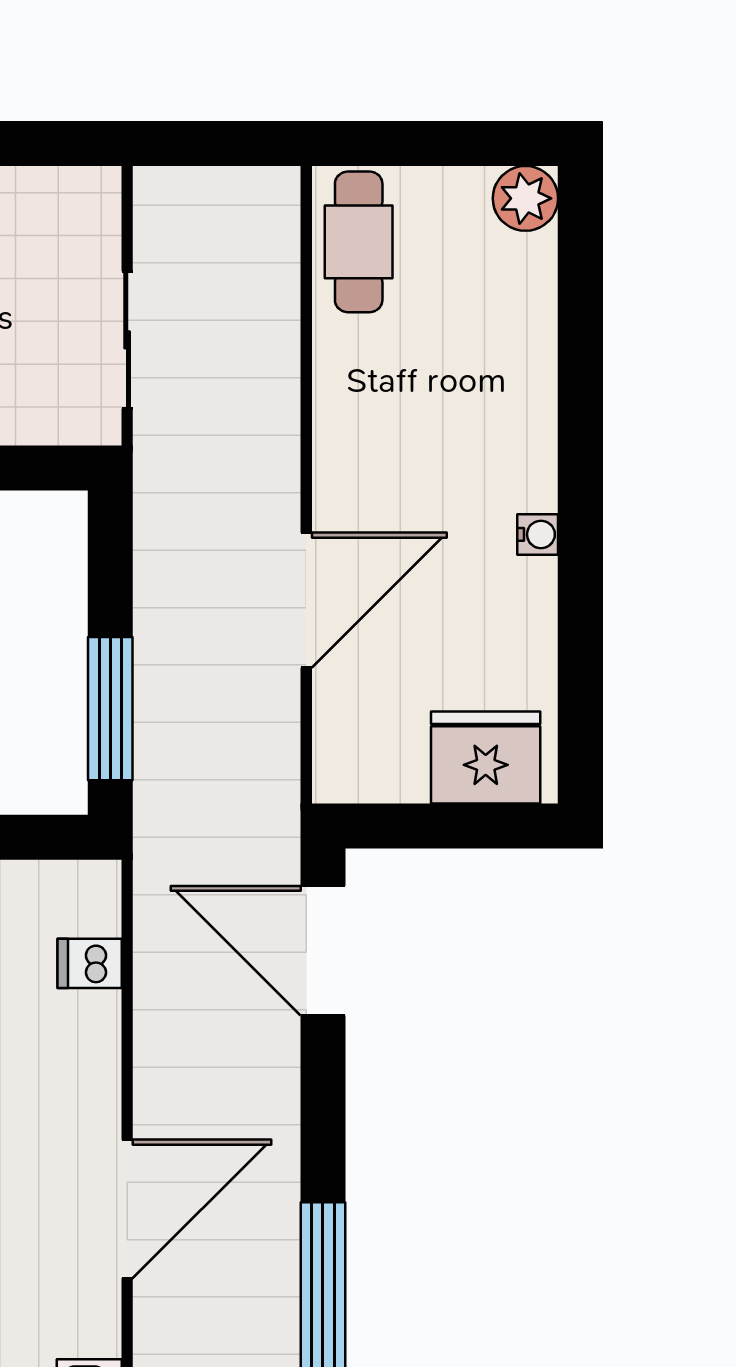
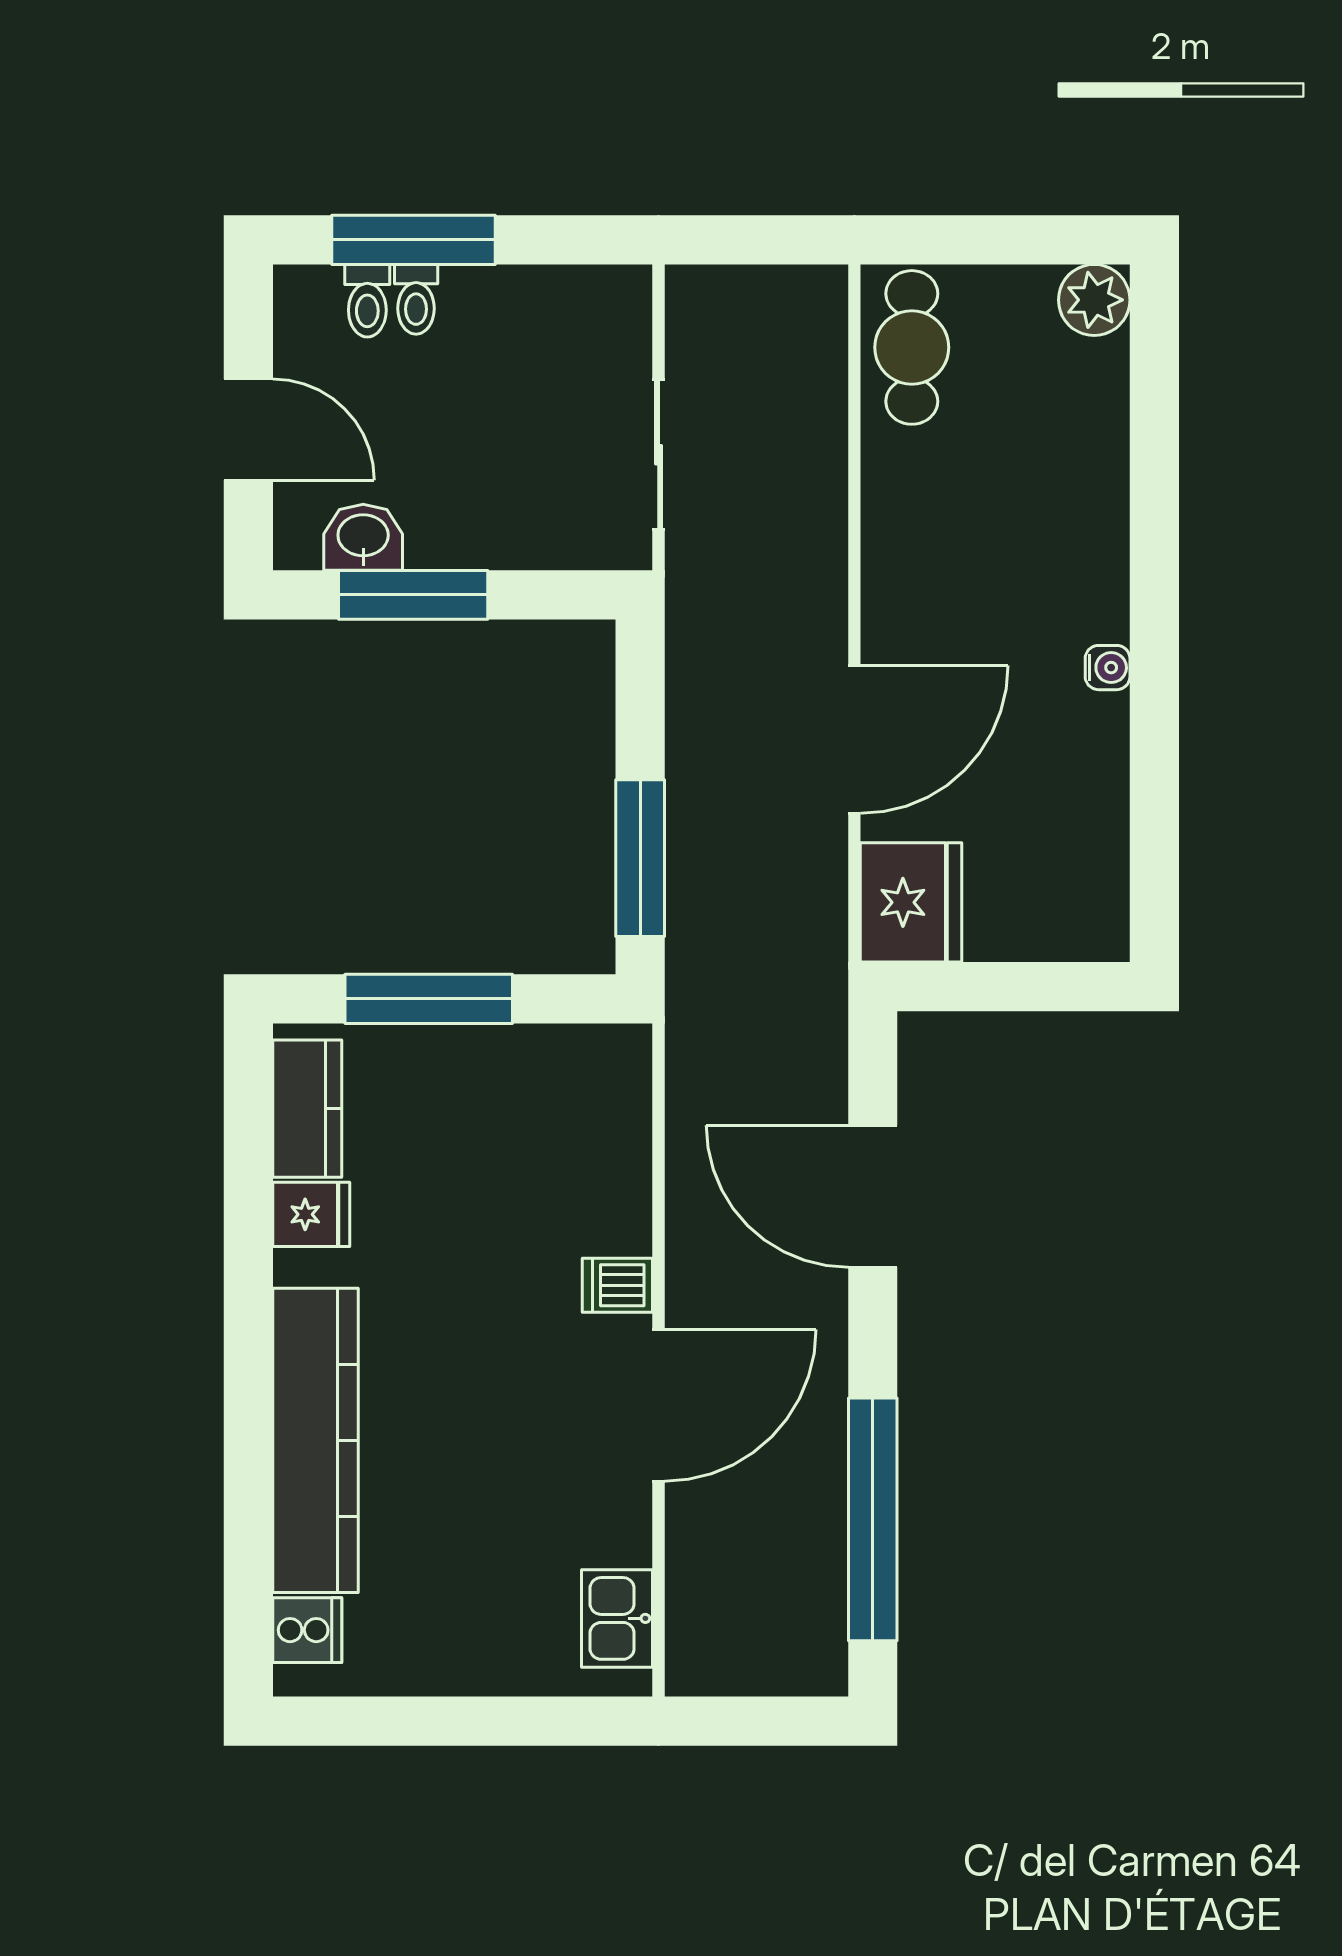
fridge: (486, 758) -> (911, 902), moved, turned 90
door: (323, 951) -> (873, 1196), moved
dishwasher: (90, 963) -> (617, 1285), moved

